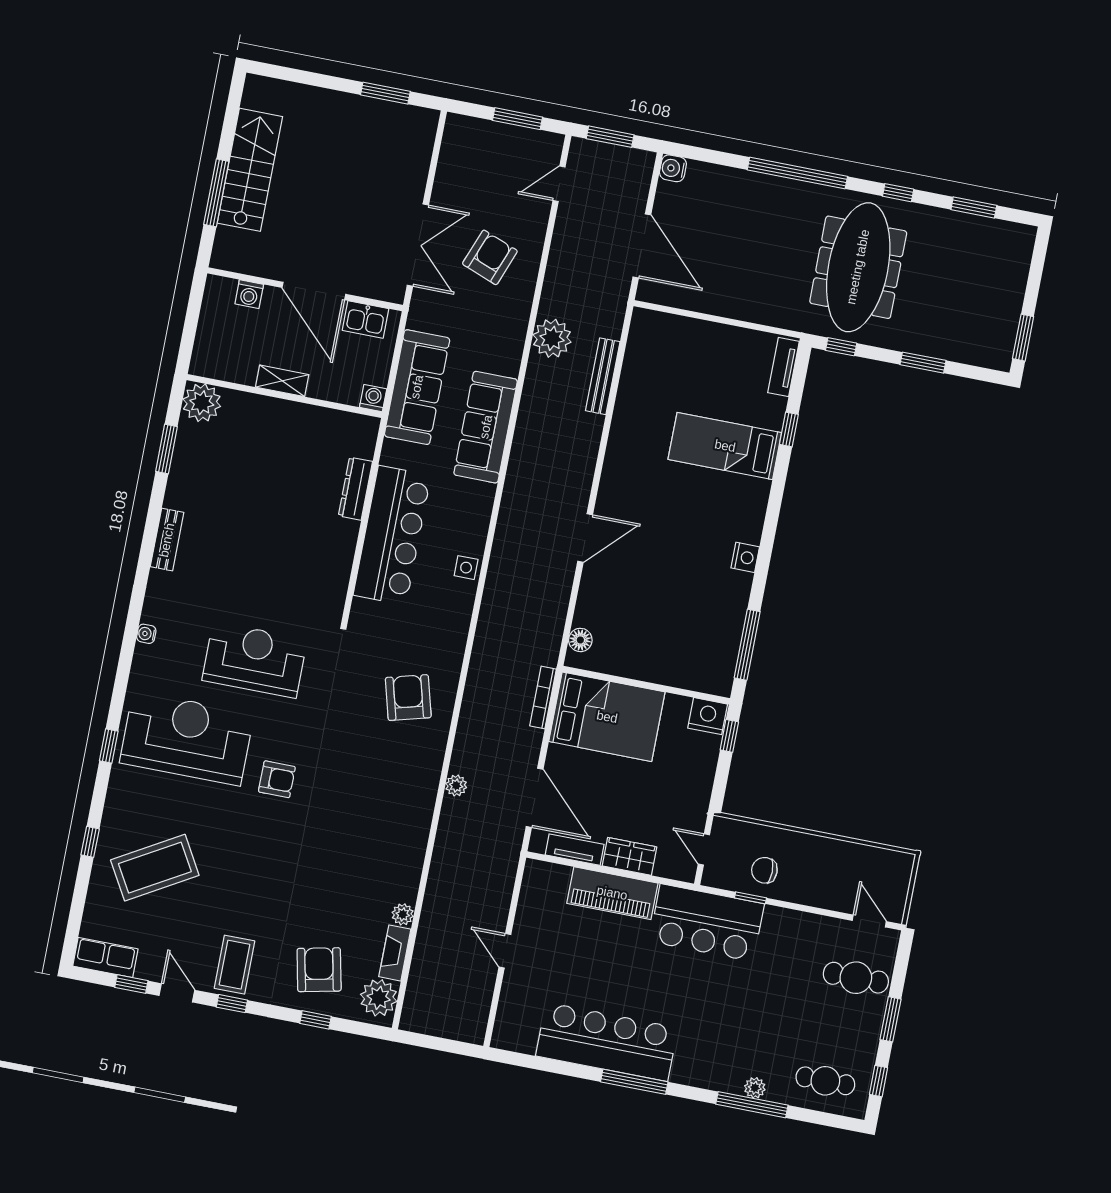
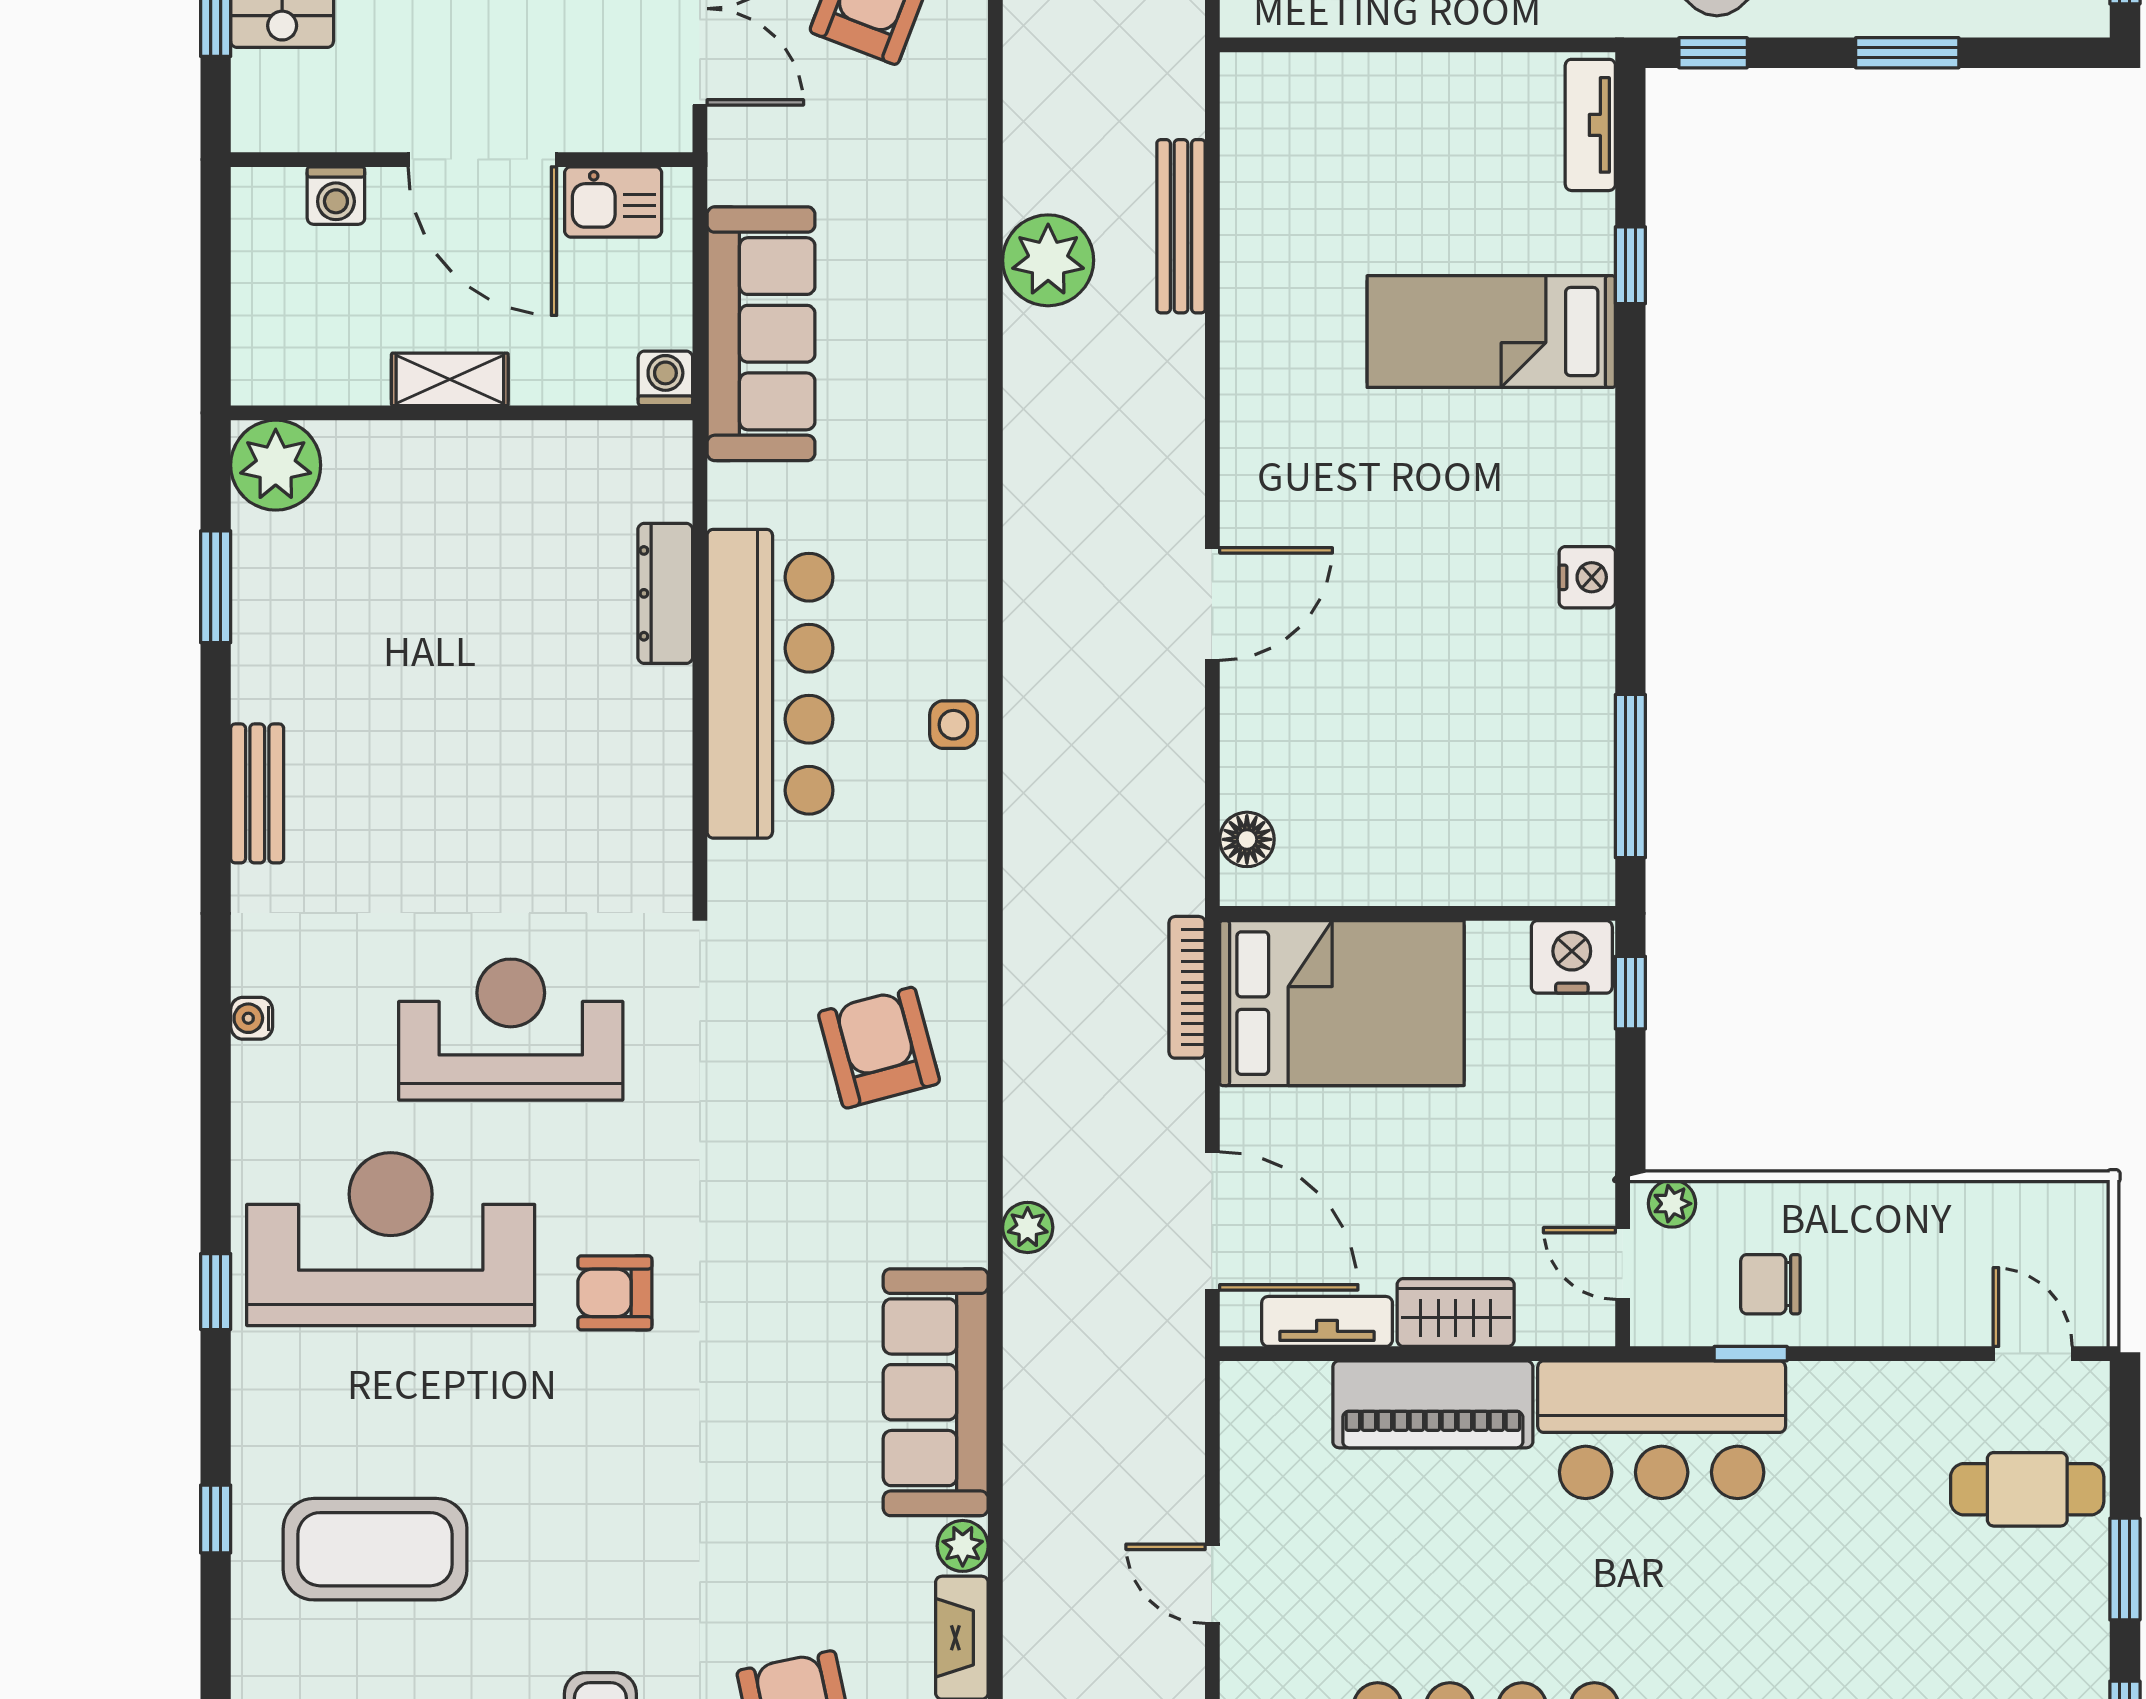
plant: (552, 338) -> (1048, 260), moved
sofa: (486, 427) -> (936, 1392), moved
armchair: (277, 779) -> (615, 1293), turned 180
plant: (730, 828) -> (1672, 1204), added
coffee table: (155, 868) -> (375, 1549), turned 30

